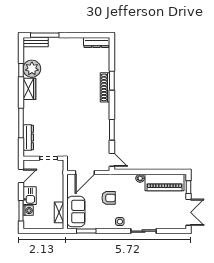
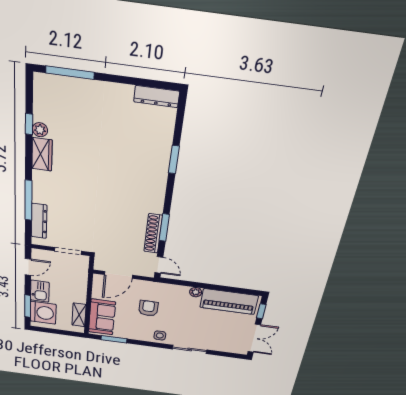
bench: (36, 42) -> (54, 82), removed
plant: (32, 69) -> (40, 130), width x0.53, depth x0.53
shoe rack: (105, 87) -> (153, 233), moved
armchair: (109, 198) -> (148, 308), turned -90
washing machine: (28, 211) -> (43, 313), width x1.89, depth x1.89

